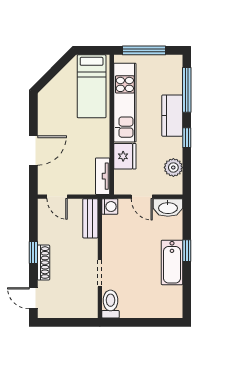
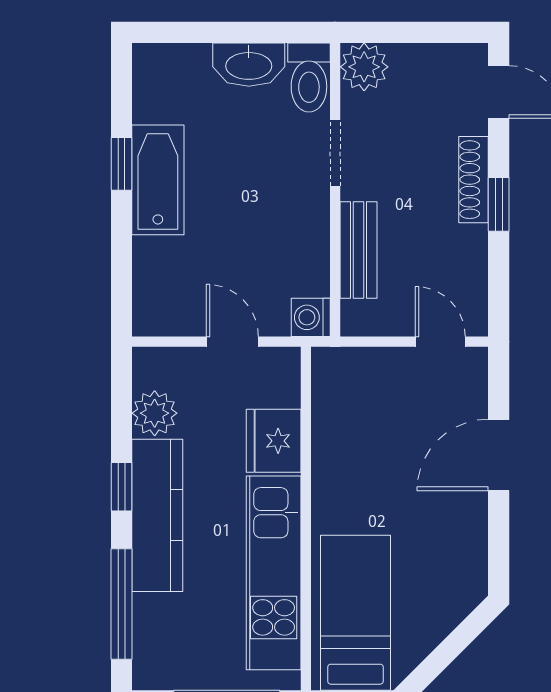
kitchen counter: (172, 116) -> (157, 515), width x1.50
tv unit: (103, 176) -> (328, 392), removed
washbasin: (168, 208) -> (249, 65), moved, turned 180
bench: (90, 218) -> (359, 250), moved
window: (187, 251) -> (122, 164), moved
plant: (88, 308) -> (364, 67), added

